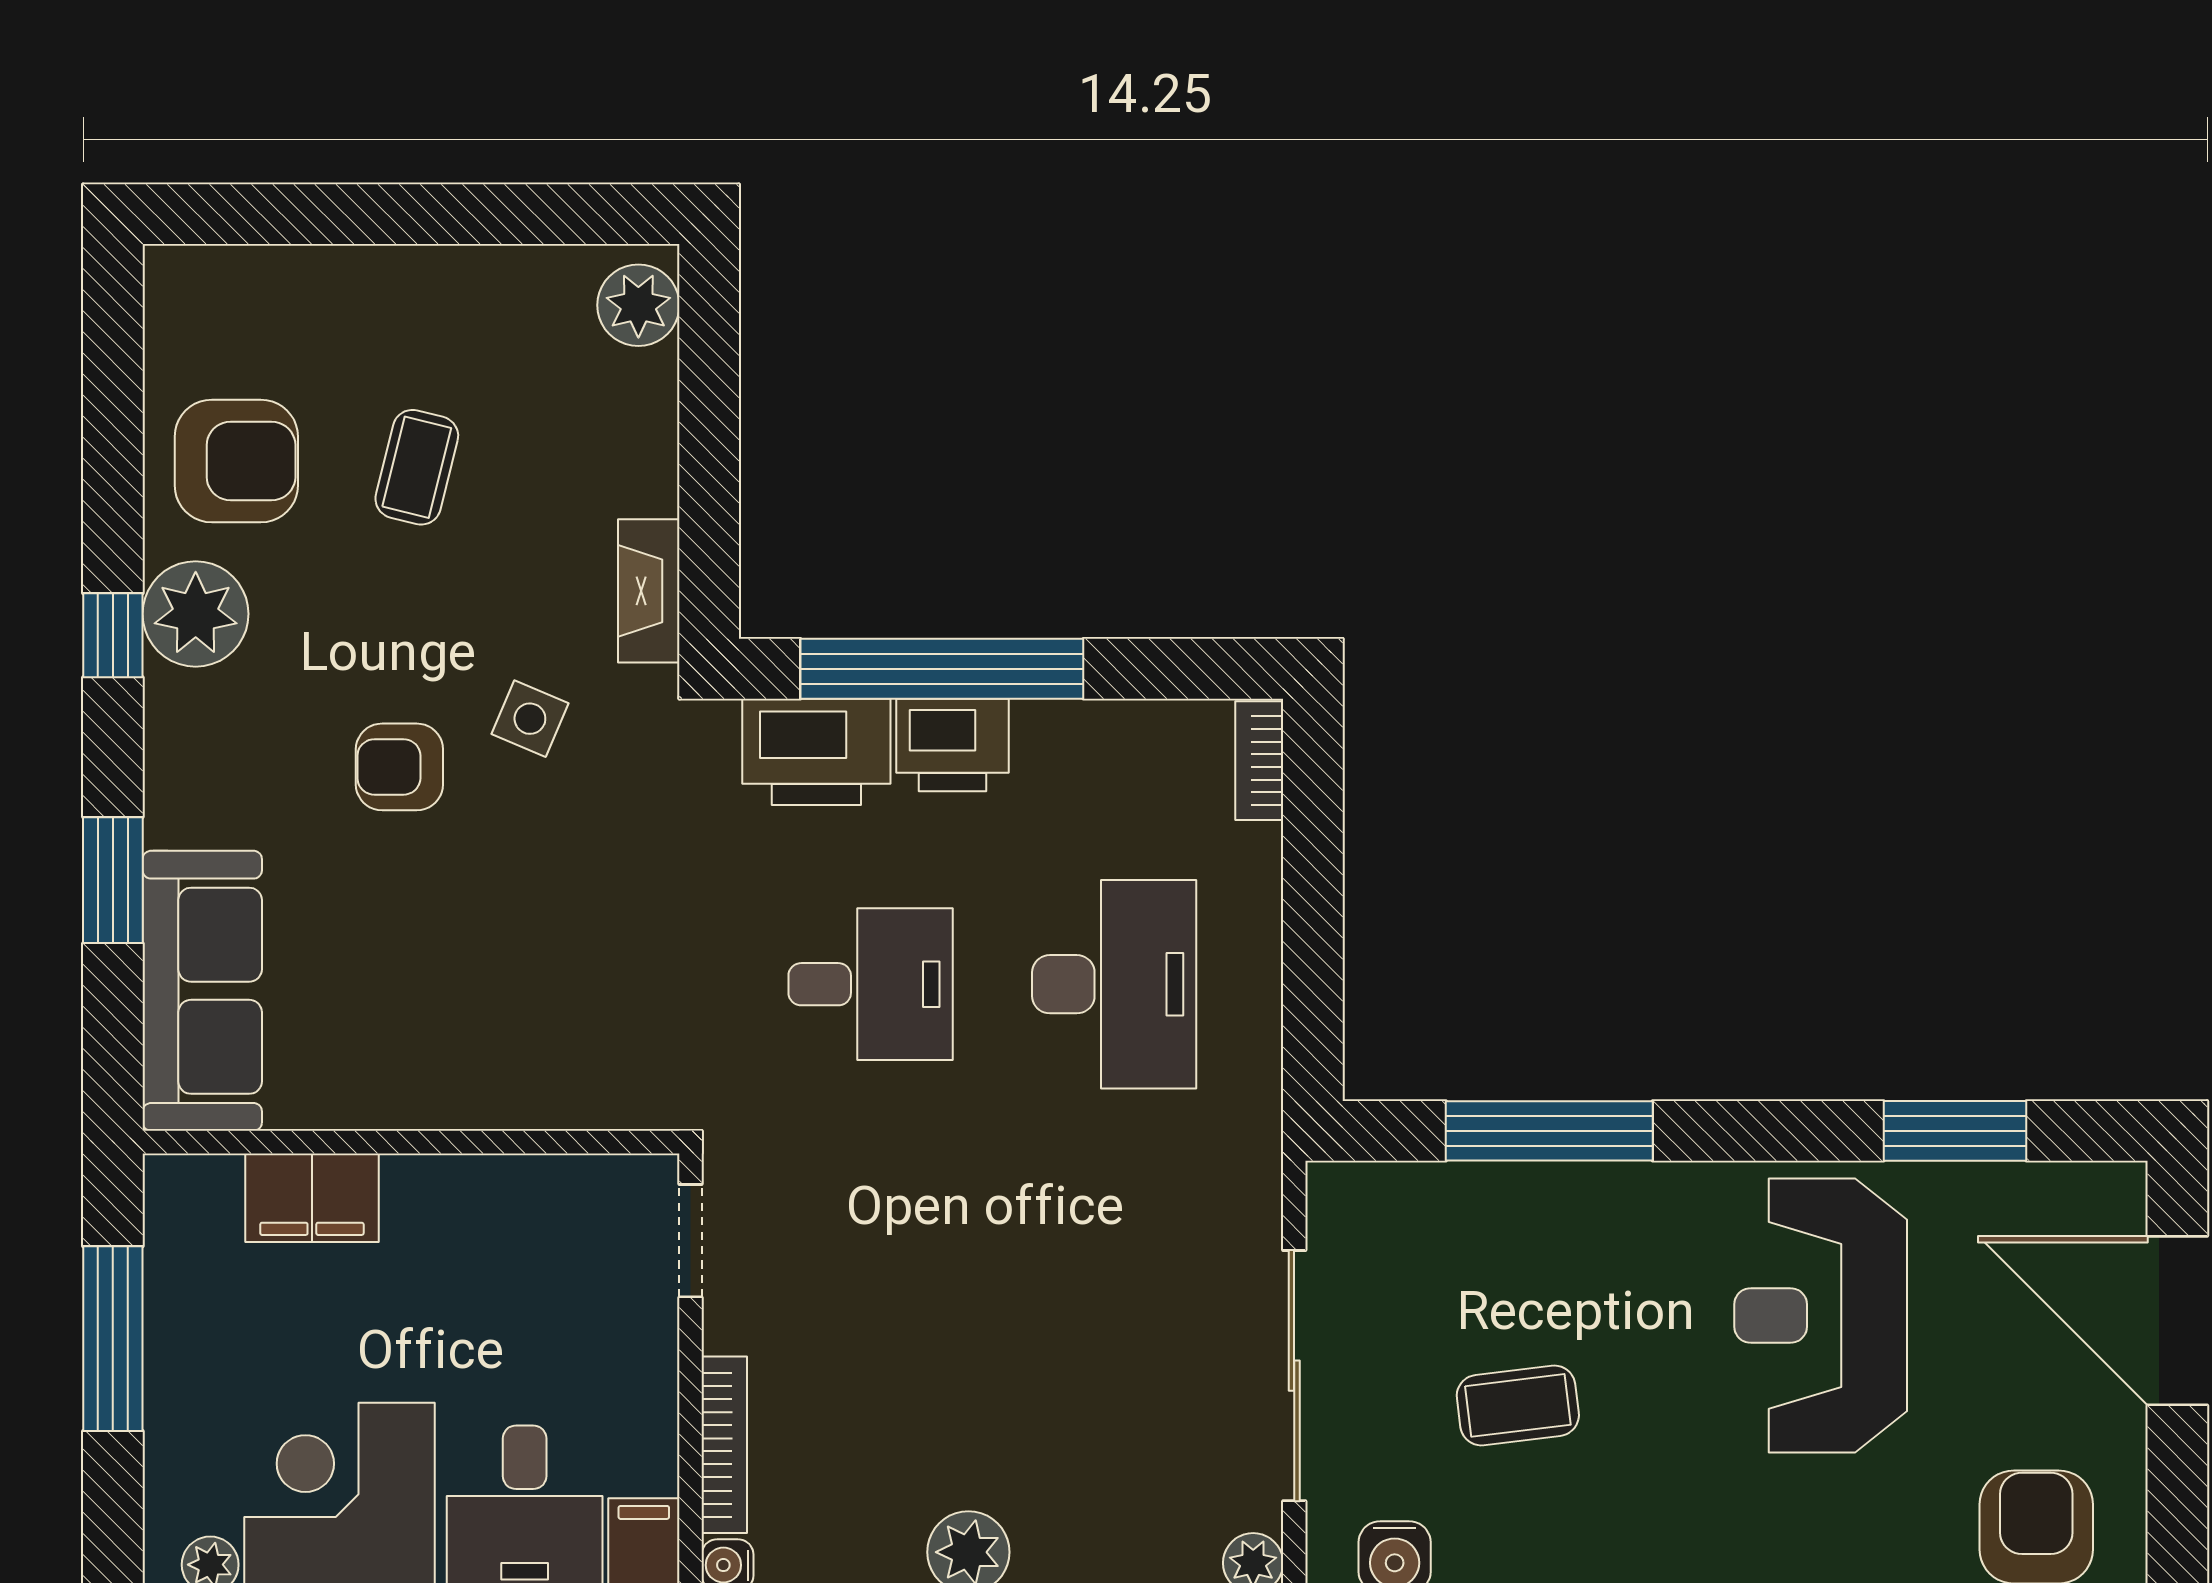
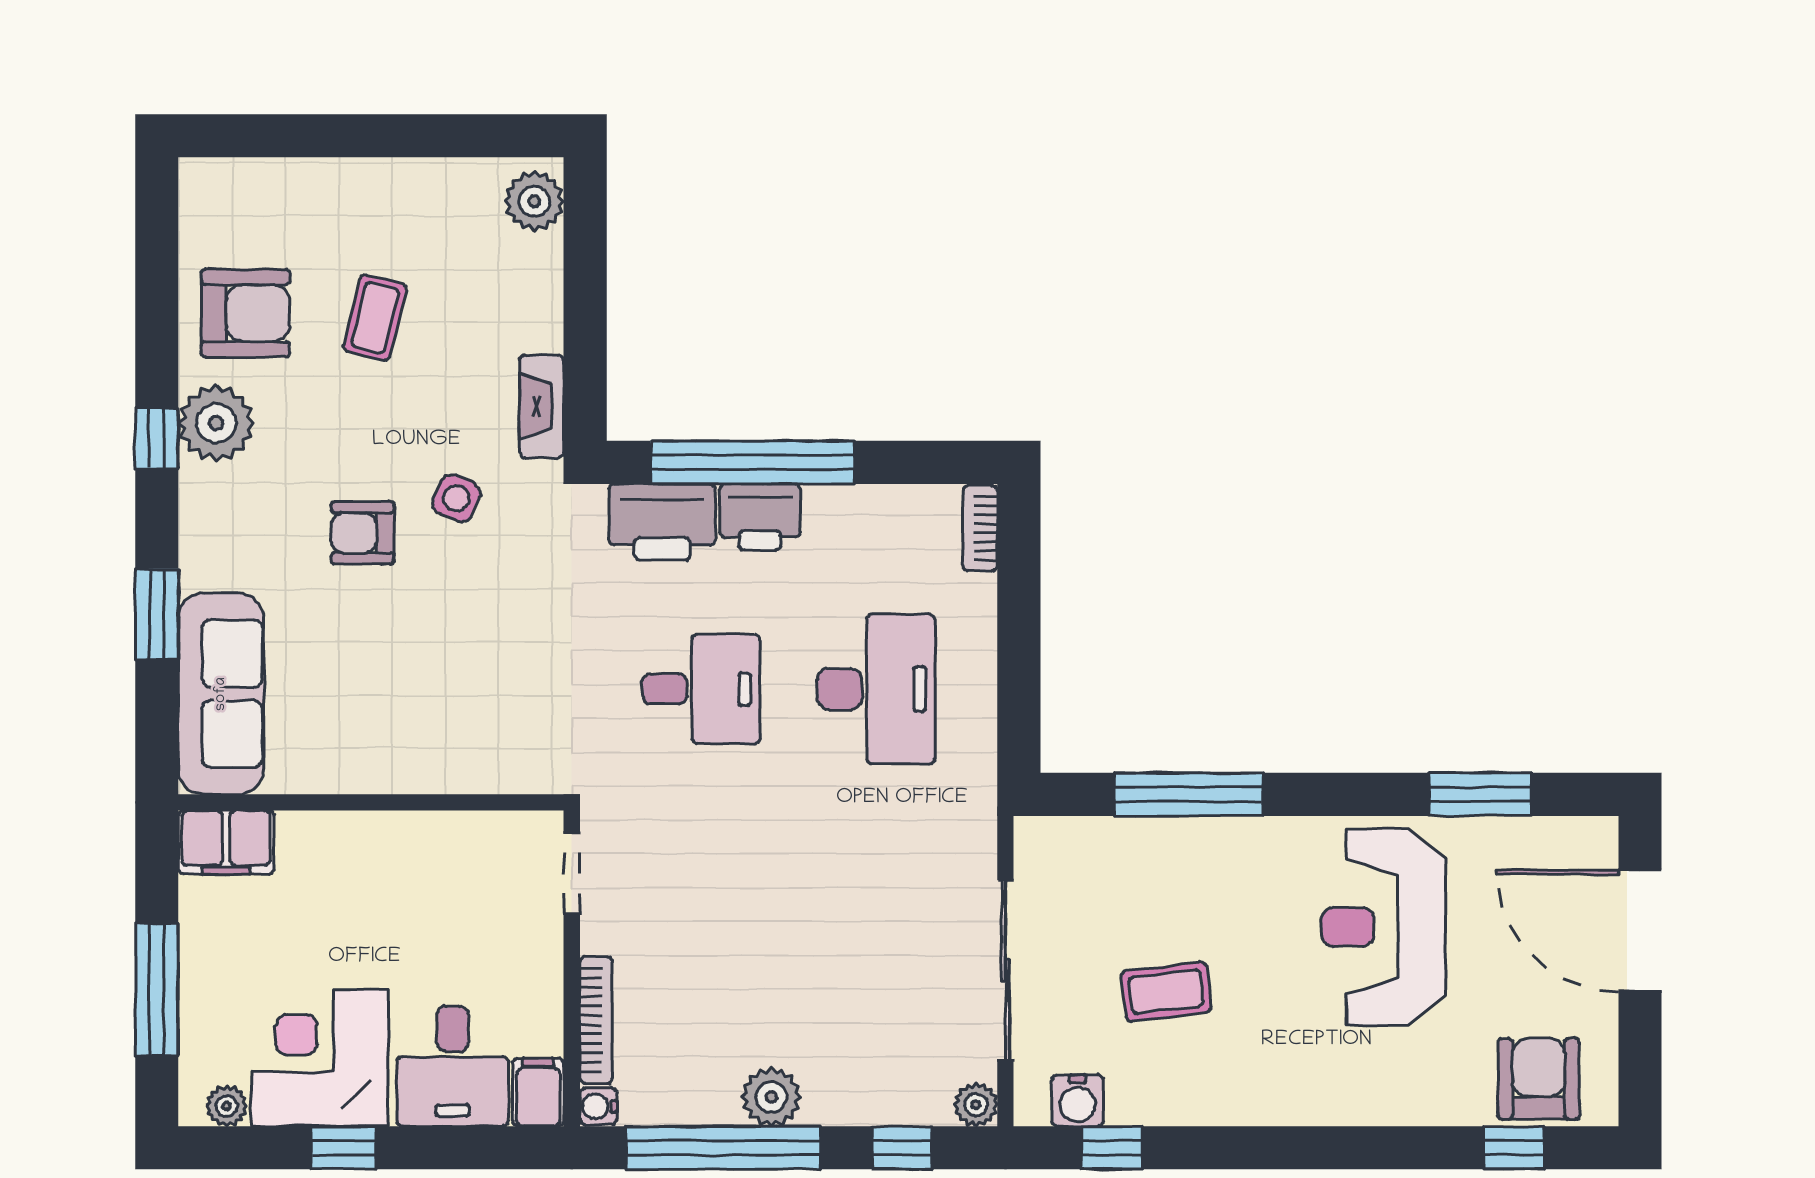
filing cabinet: (312, 1198) -> (226, 842), moved
window: (113, 1339) -> (157, 989), moved

